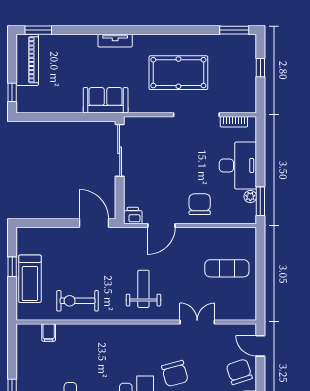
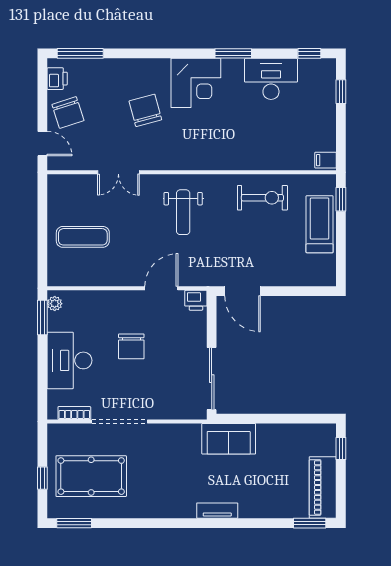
pool table: (178, 73) -> (91, 476), moved
plant: (250, 197) -> (55, 304), moved
chair: (200, 204) -> (131, 346), moved
window: (12, 267) -> (341, 199), moved
filing cabinet: (49, 332) -> (326, 160), moved, turned -90

